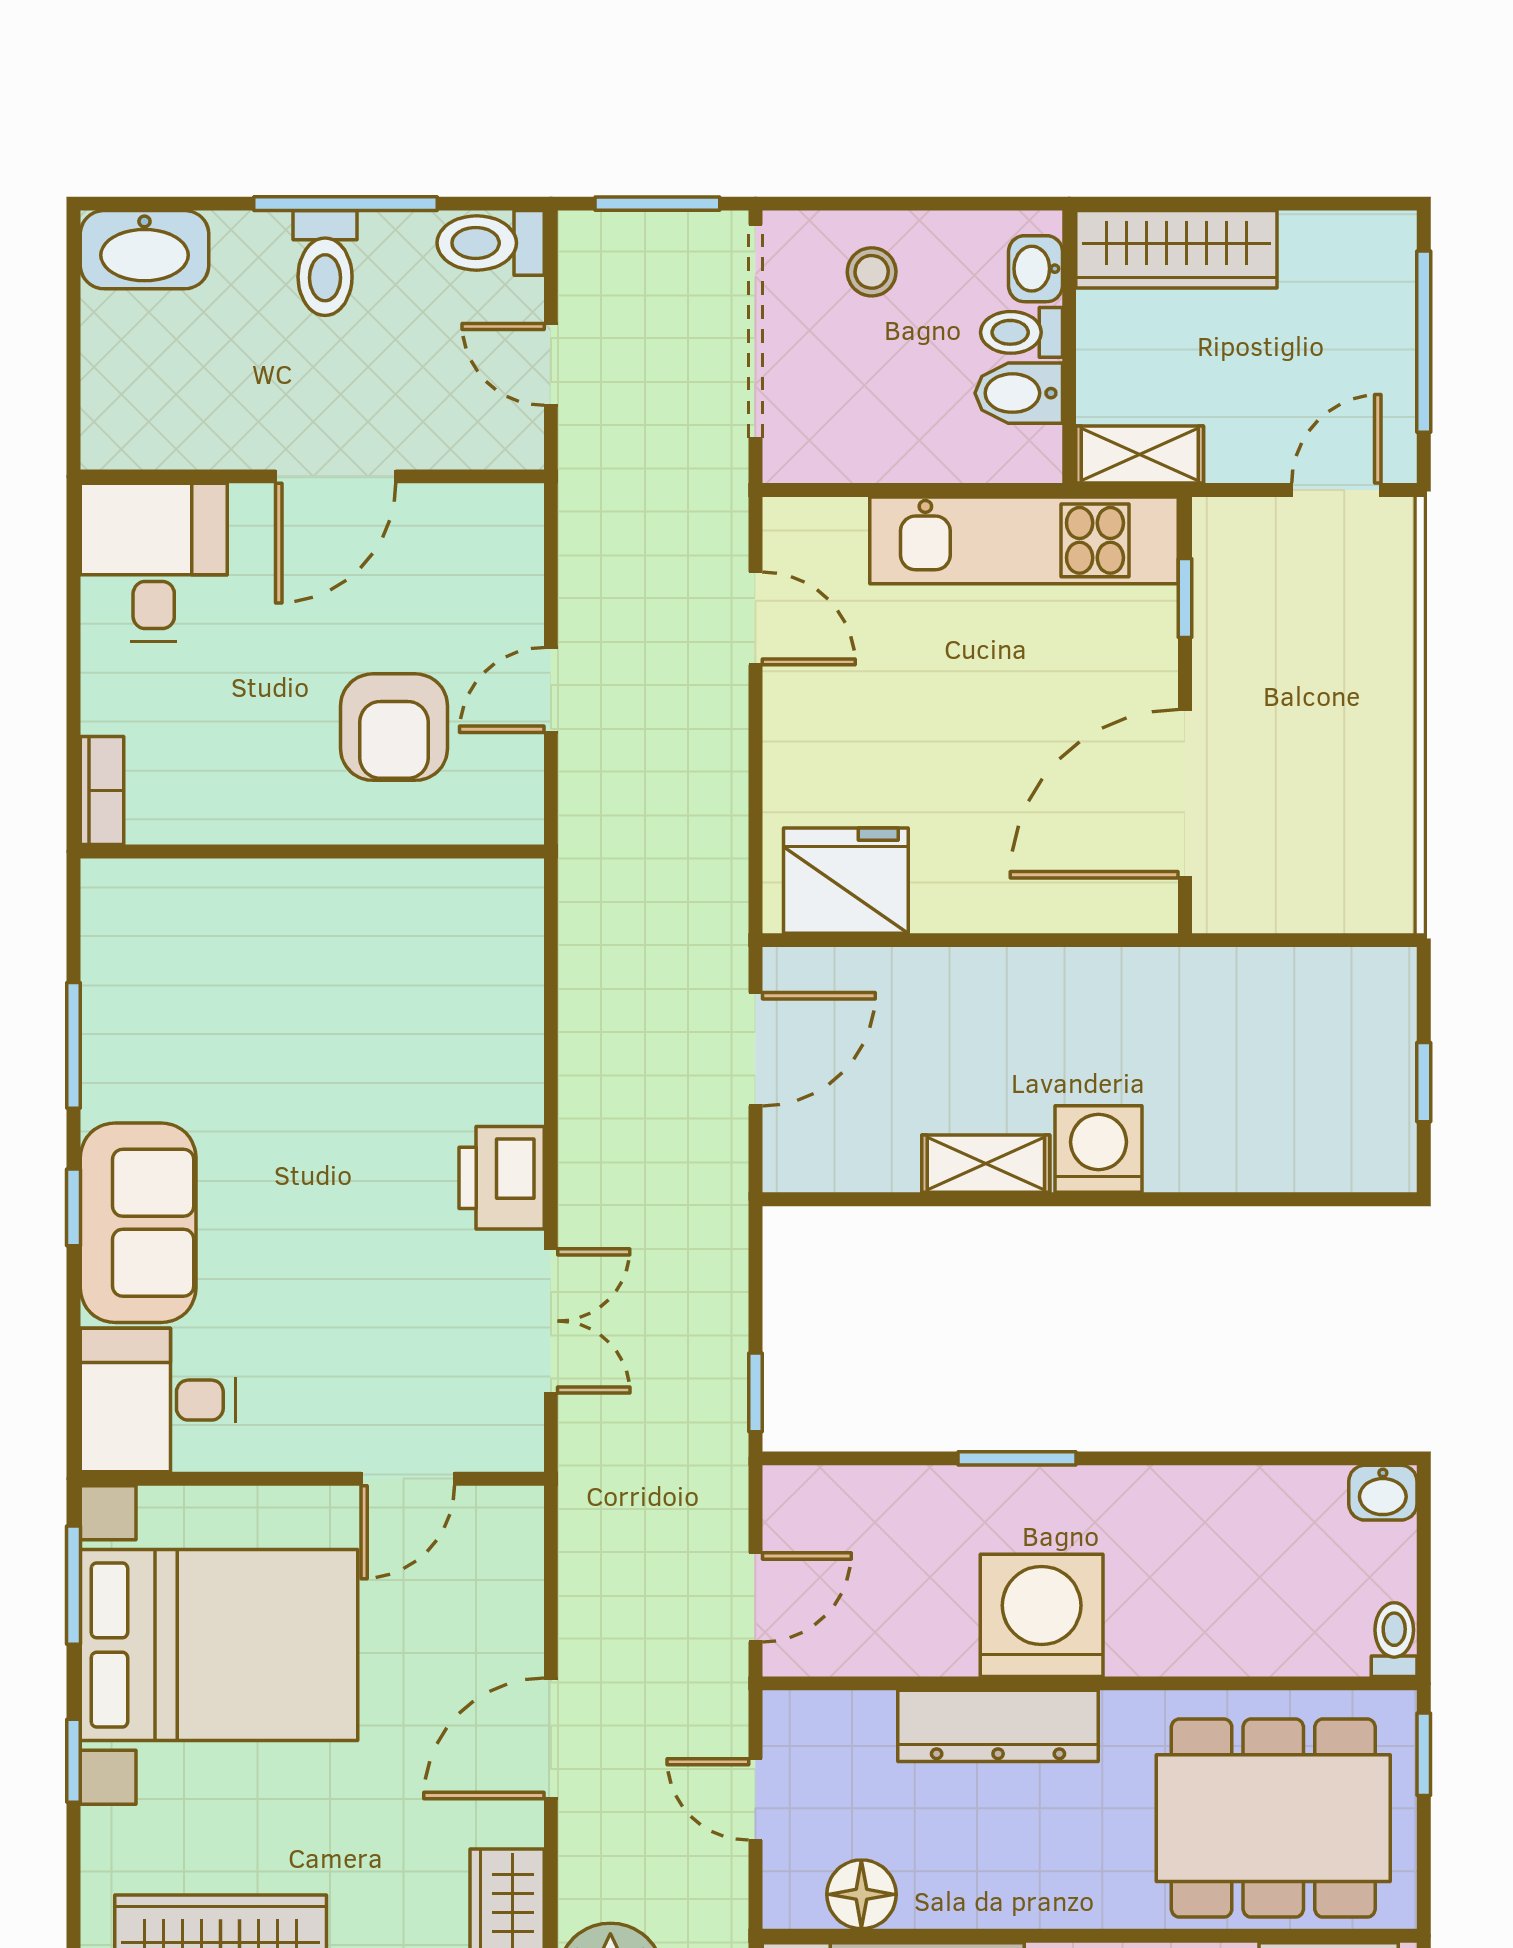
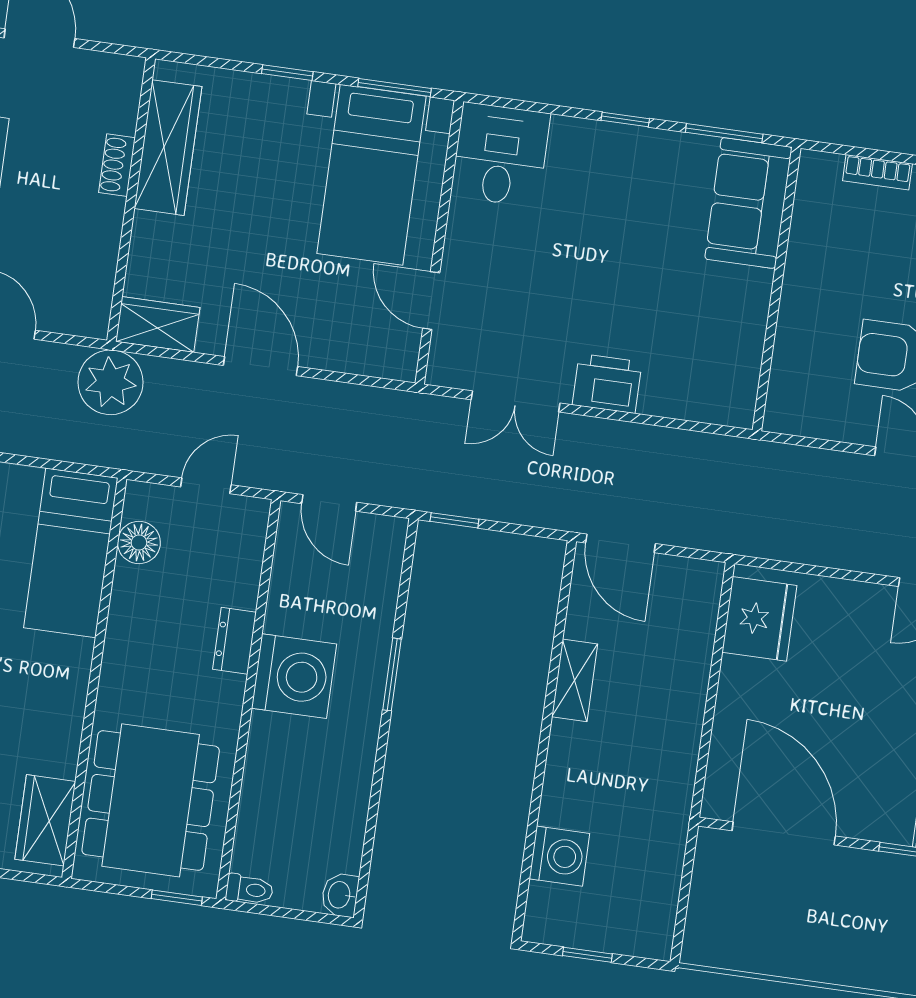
wall: (312, 851) -> (777, 289), moved
door: (755, 1049) -> (621, 543), moved
washing machine: (1099, 1149) -> (559, 856), moved
sofa: (138, 1223) -> (748, 203), moved, turned 90
bed with nightstands: (219, 1645) -> (371, 175), width x0.73
dresser: (998, 1726) -> (235, 641), width x0.51, depth x0.80

